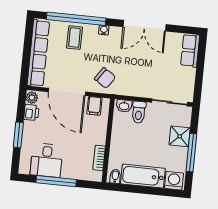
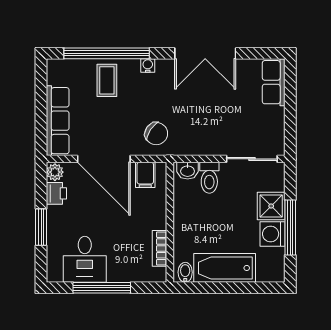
row of seats: (38, 53) -> (58, 121), width x0.73
washing machine: (174, 181) -> (273, 234), moved, turned -90

